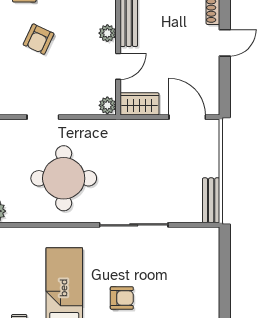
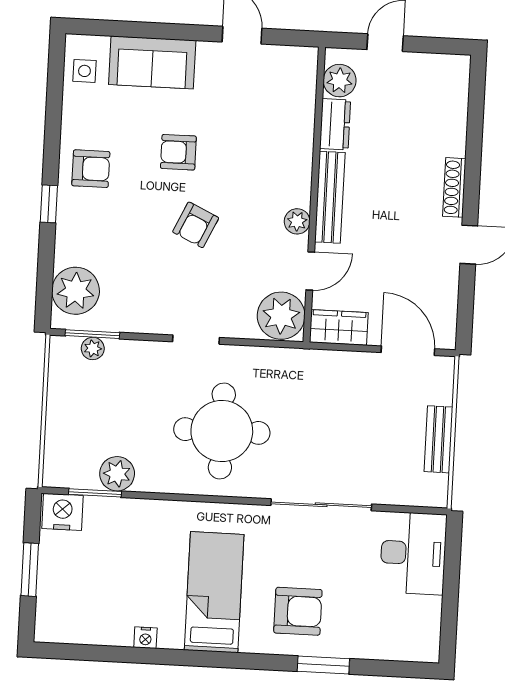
plant: (107, 105) -> (281, 316), width x1.88, depth x1.88
bench: (211, 200) -> (438, 439), moved
desk: (198, 254) -> (413, 553), added
armchair: (122, 298) -> (298, 611), width x1.38, depth x1.38

